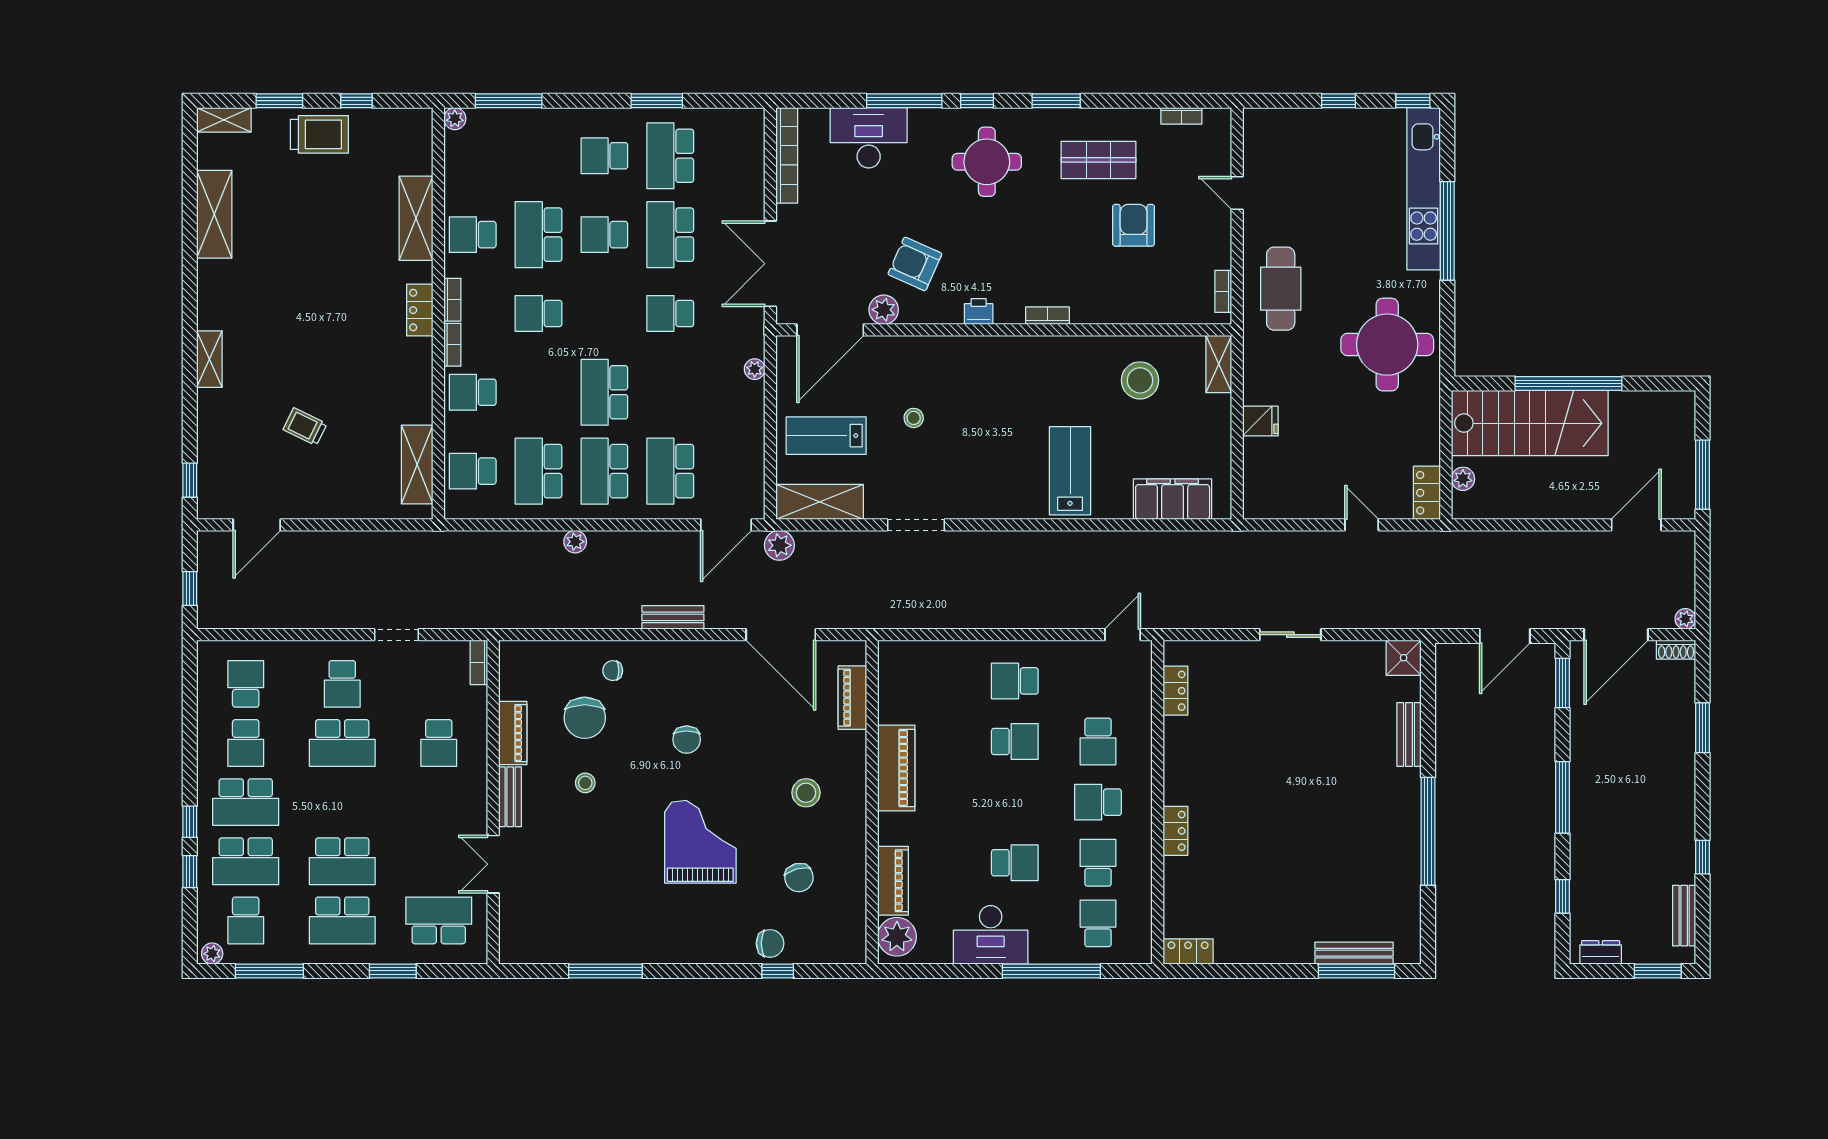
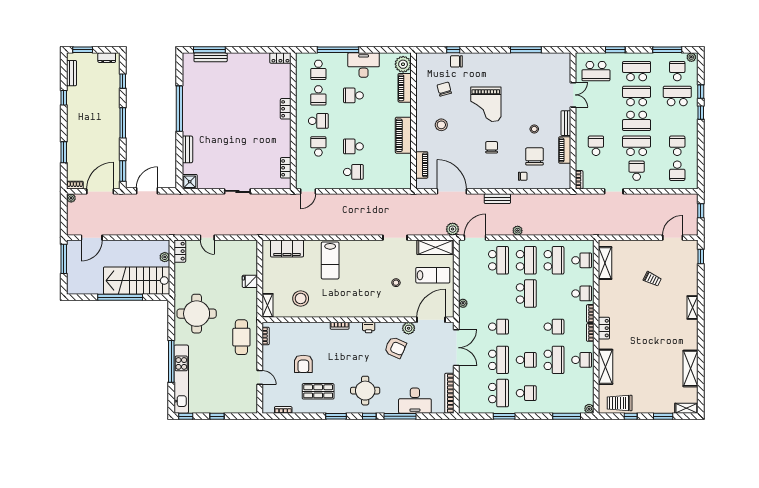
trolley: (319, 134) -> (620, 403), moved
plant: (575, 542) -> (518, 231), moved
school desk: (246, 802) -> (637, 121), moved, turned 180

